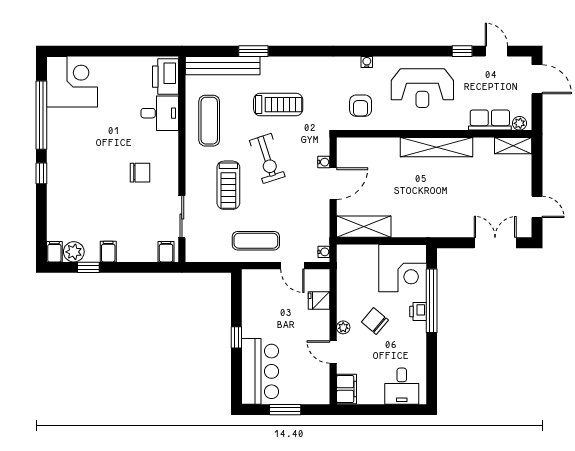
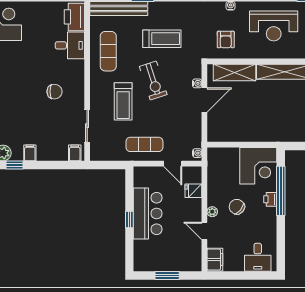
shelving: (364, 227) -> (234, 73), moved
bar counter: (260, 371) -> (148, 213), moved

